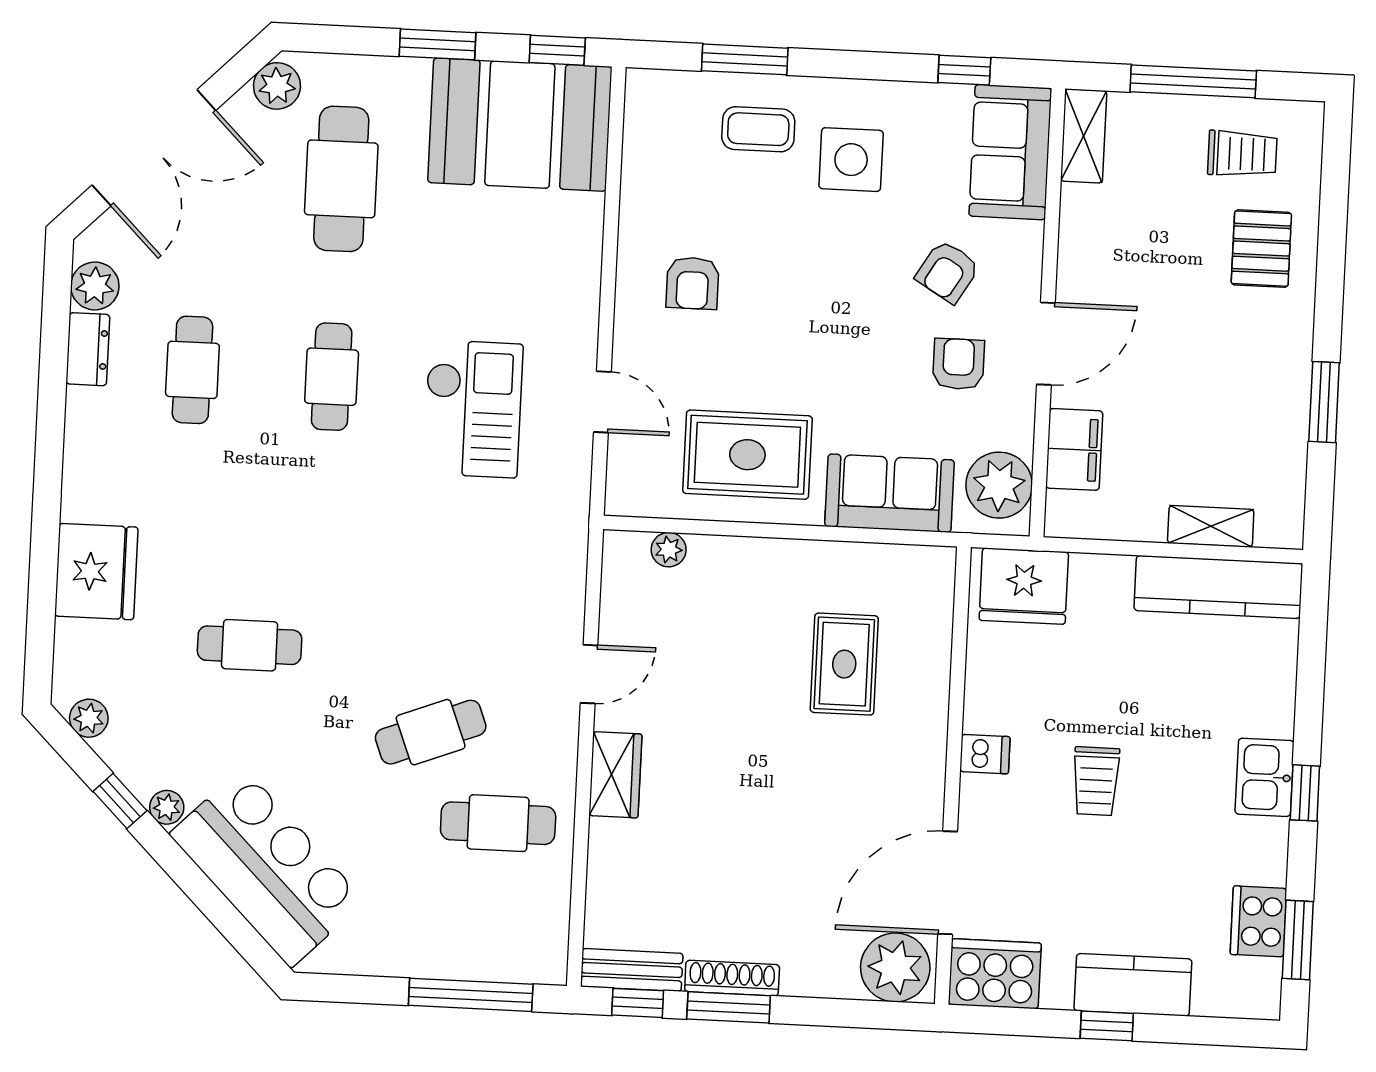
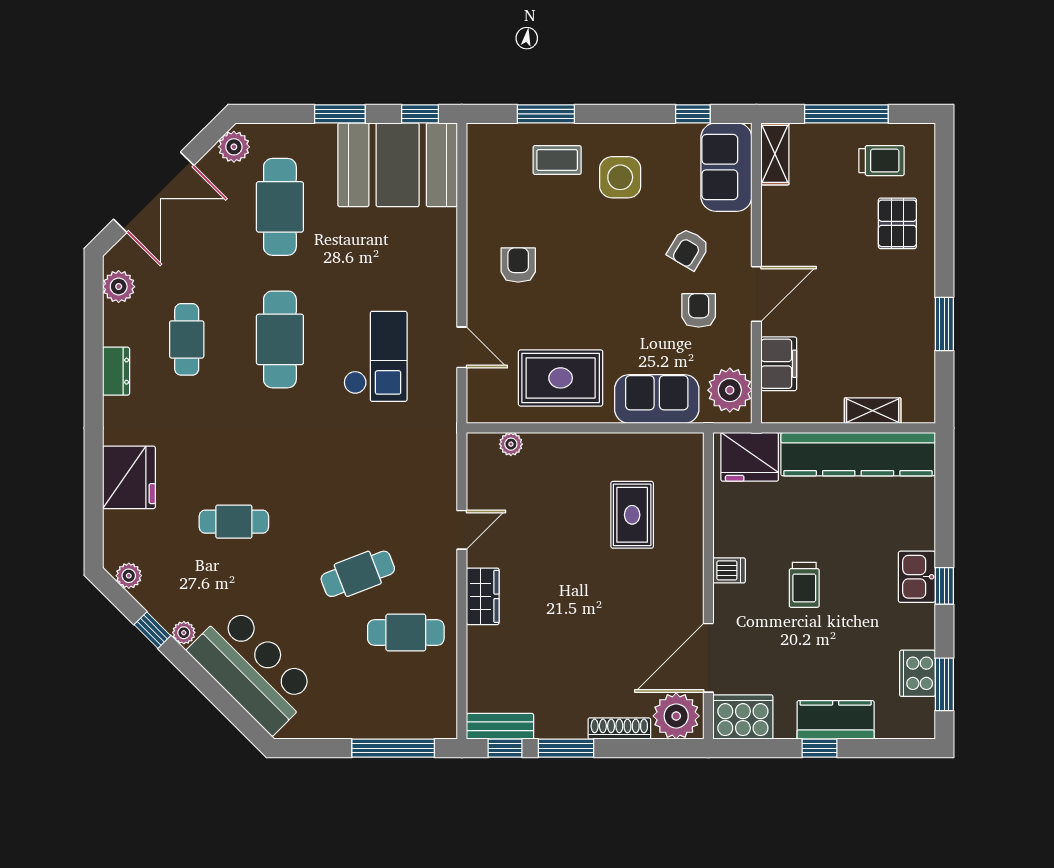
armchair: (692, 283) -> (518, 265), turned 180
dresser: (88, 349) -> (116, 371), moved
cafe table: (332, 377) -> (280, 339), width x1.37, depth x1.35
kitchen counter: (1218, 587) -> (858, 454), width x1.39, depth x1.17
shoe rack: (732, 978) -> (619, 728), moved

